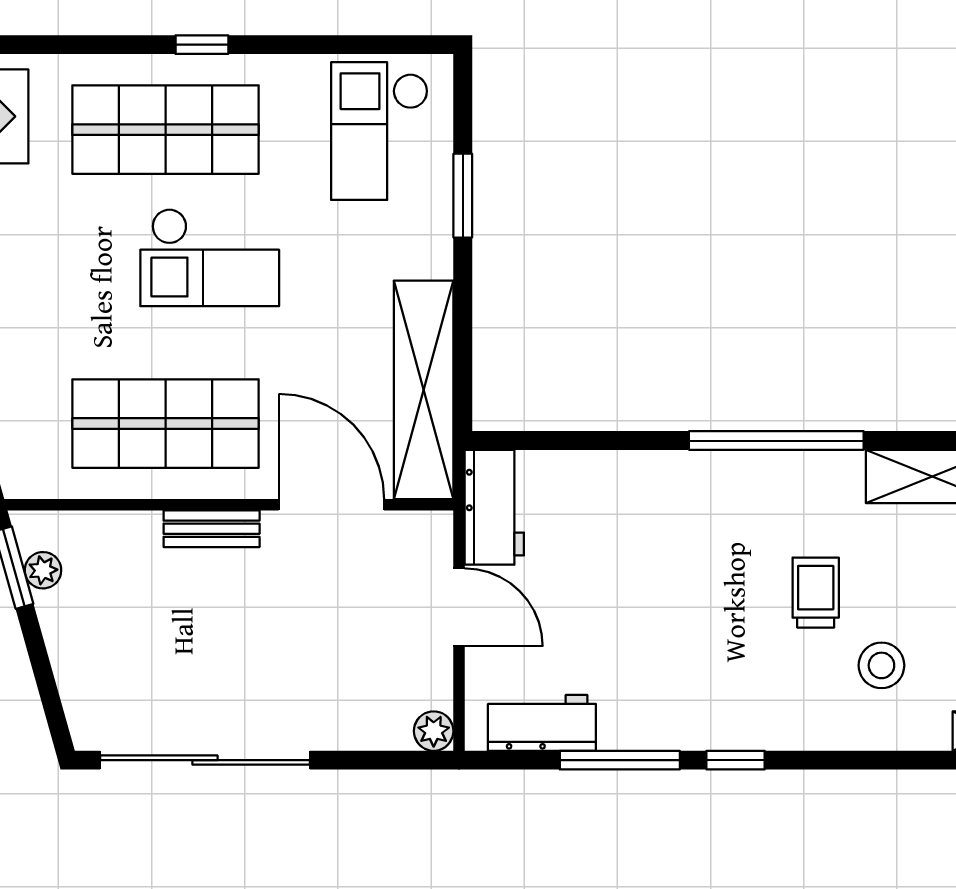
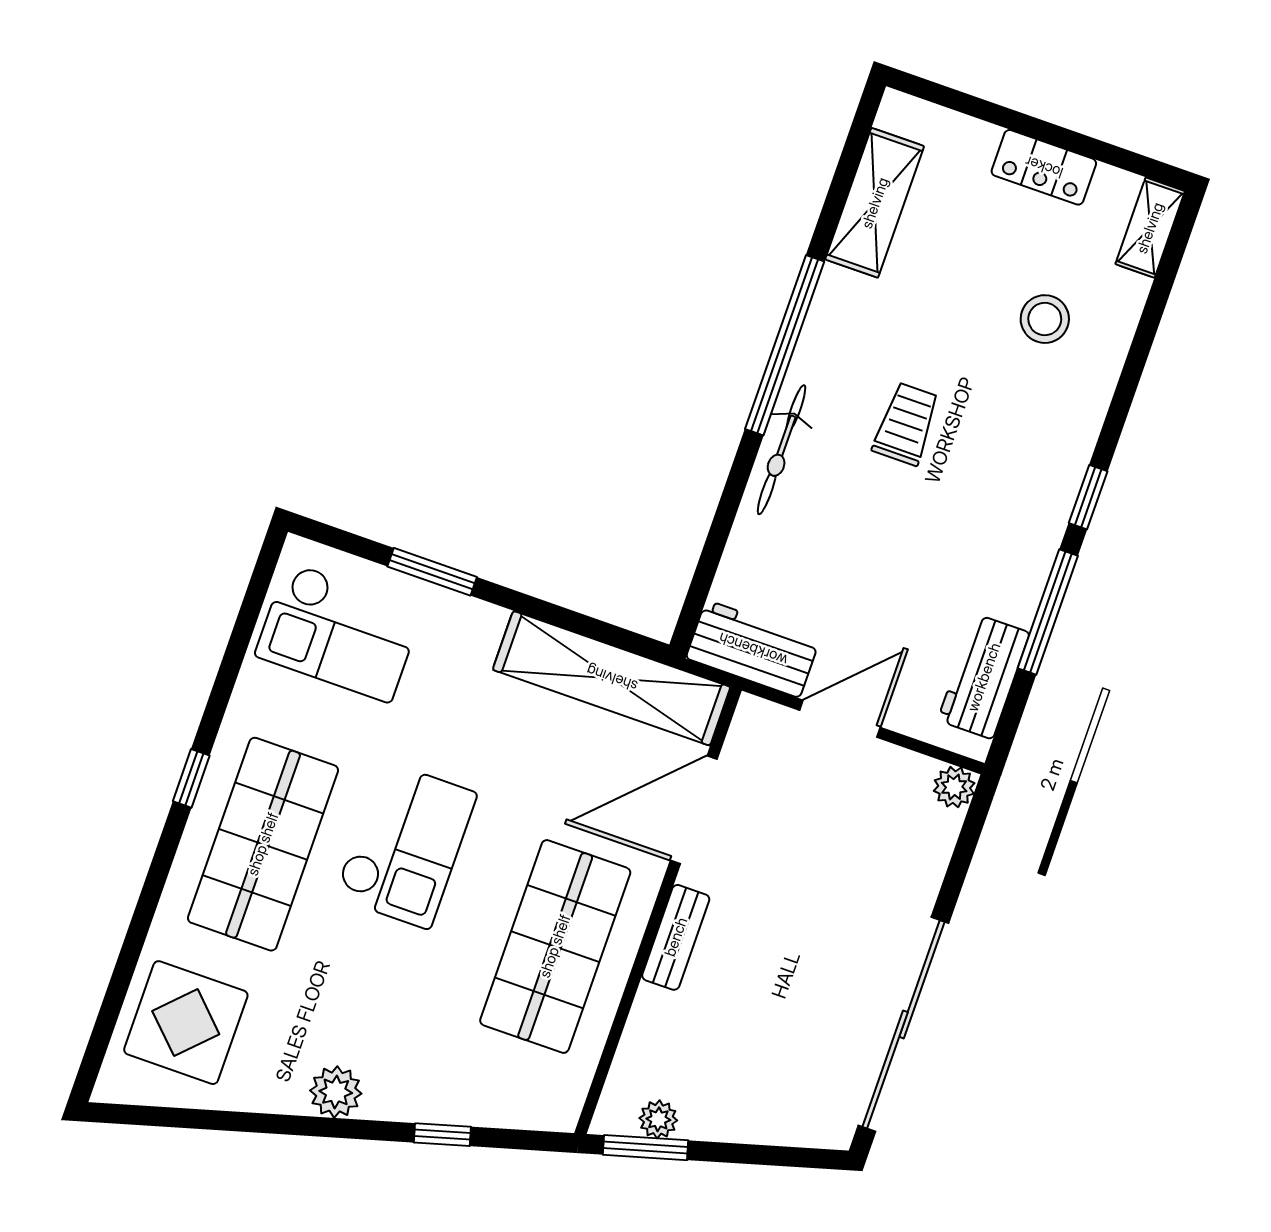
bicycle: (682, 470) -> (782, 450), added
trolley: (816, 593) -> (906, 424), moved, turned 90

